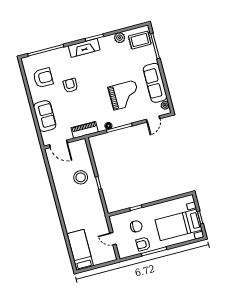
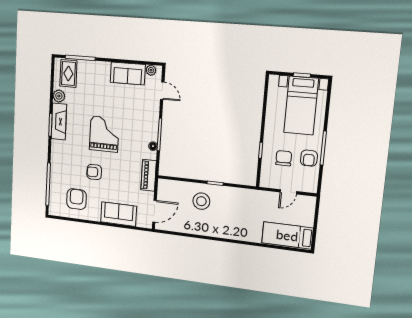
fireplace: (84, 48) -> (59, 121), moved
sofa: (155, 83) -> (128, 73), width x0.73
grand piano: (124, 95) -> (104, 134), moved

